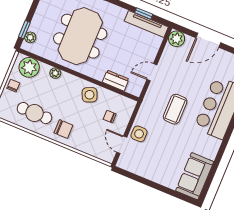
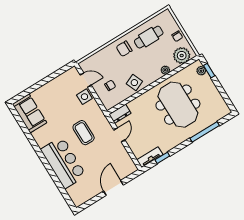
tv unit: (146, 24) -> (150, 157), width x0.71
plant: (177, 39) -> (130, 168), removed
dresser: (116, 81) -> (120, 114), moved

